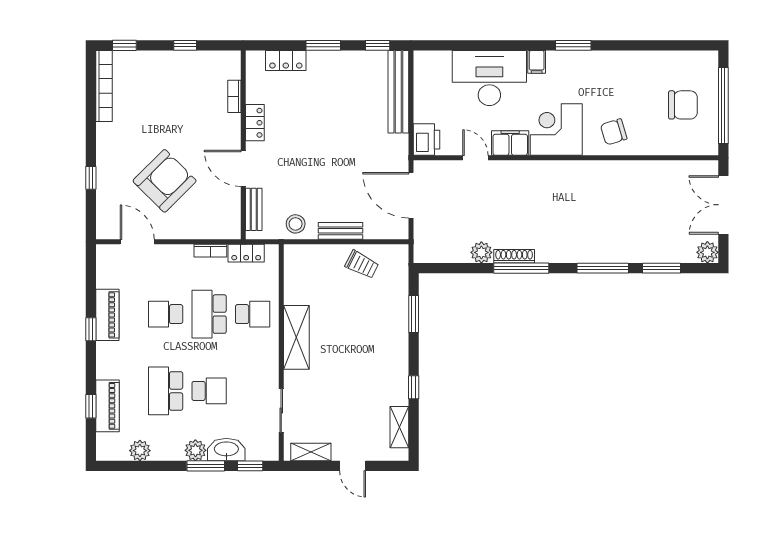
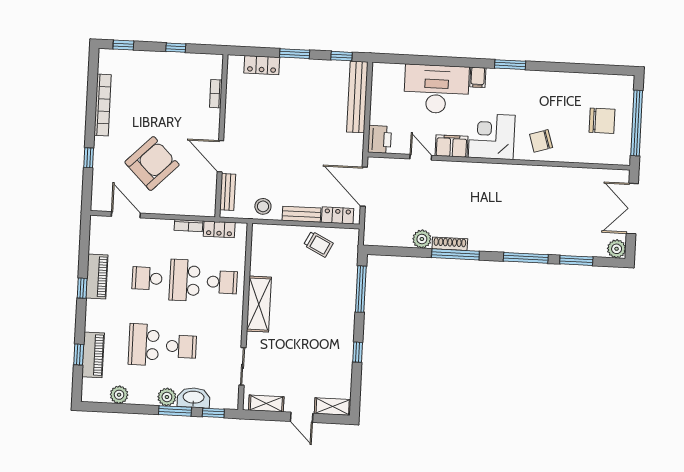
bookcase: (104, 86) -> (103, 105), moved
locker: (255, 123) -> (338, 215), moved, turned -90
window: (414, 314) -> (361, 289), width x1.44
shelving: (399, 427) -> (333, 407), moved, turned 90

